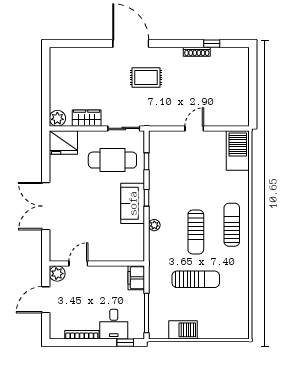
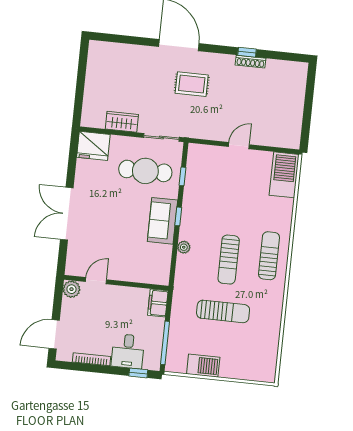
window: (212, 44) -> (247, 52), moved
plant: (57, 118) -> (90, 119), removed
door: (46, 300) -> (54, 334), moved

